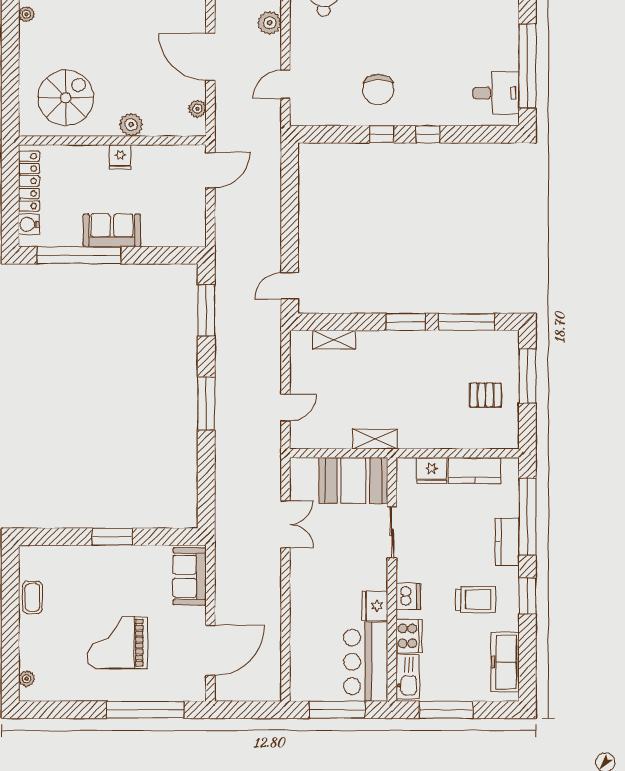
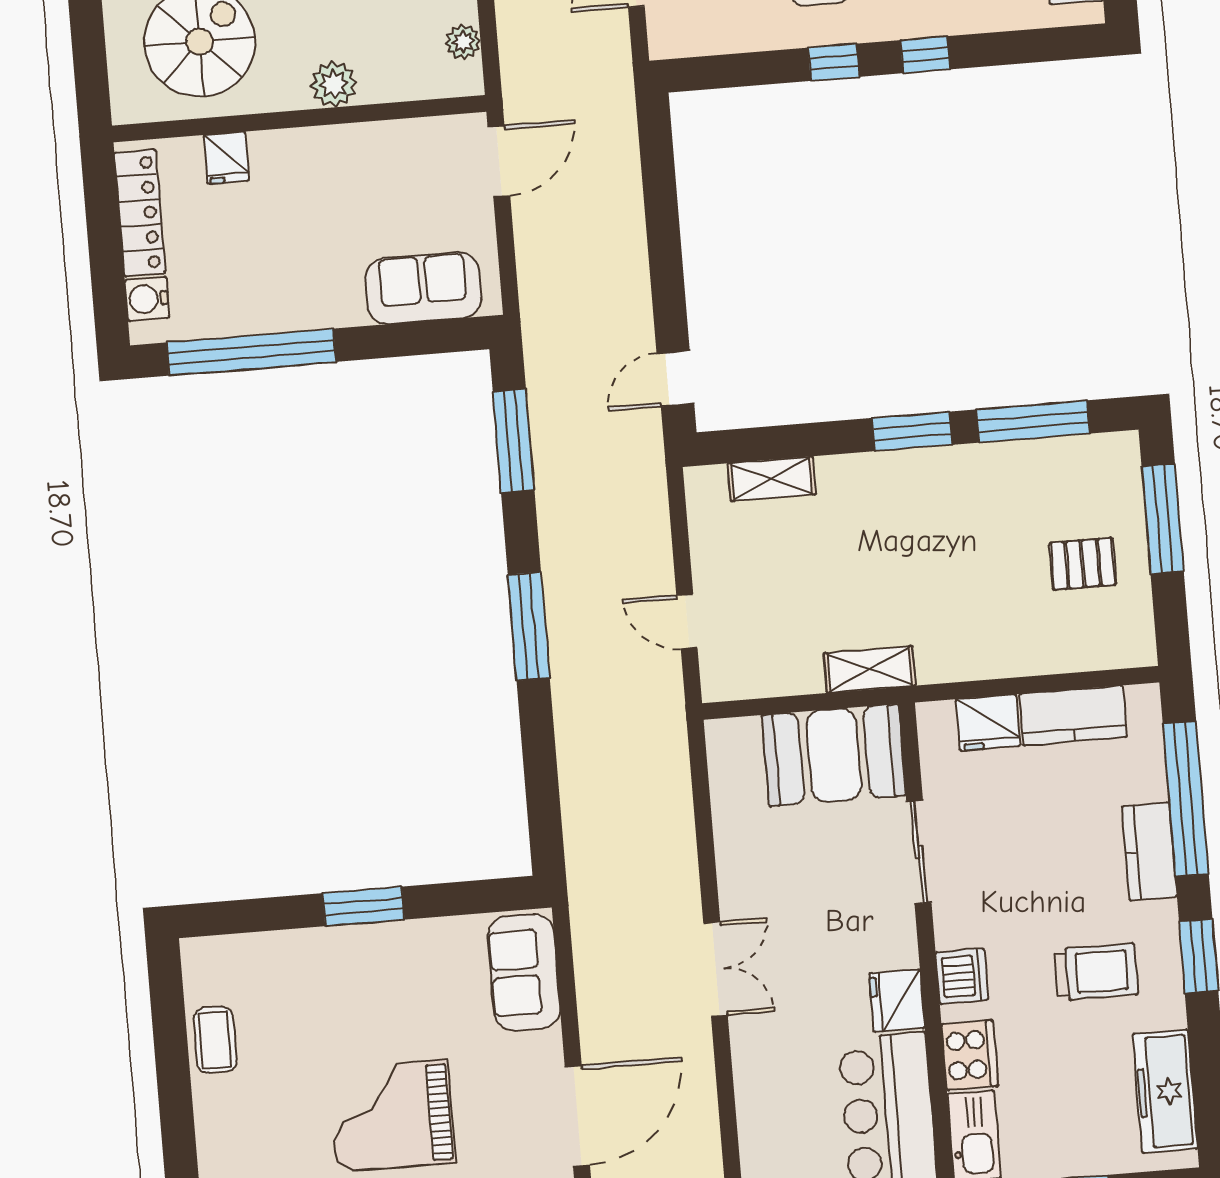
fridge: (120, 157) -> (226, 158), moved
sofa: (112, 230) -> (423, 288), moved
door: (285, 408) -> (687, 621), swing flipped
double door: (285, 524) -> (716, 969), moved

